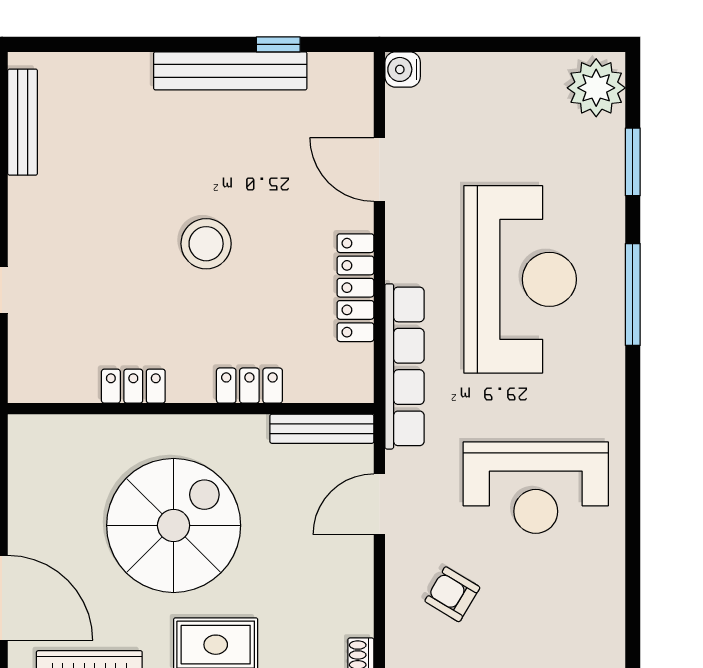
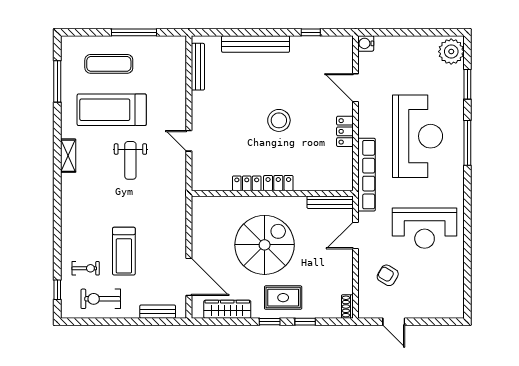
bench: (230, 71) -> (256, 44), moved
locker: (355, 288) -> (345, 131), width x0.66
locker: (249, 386) -> (278, 183), moved

